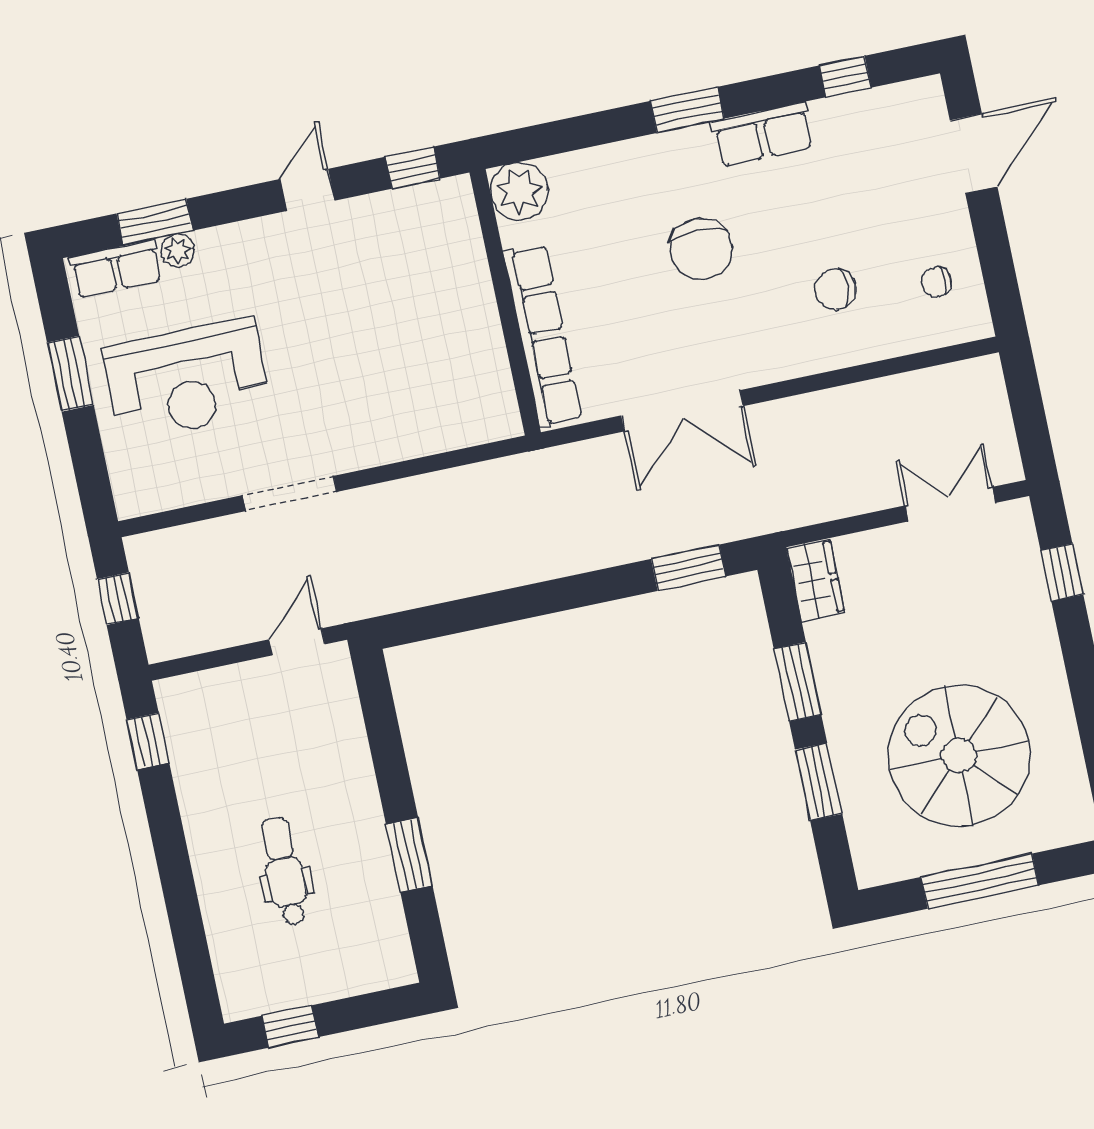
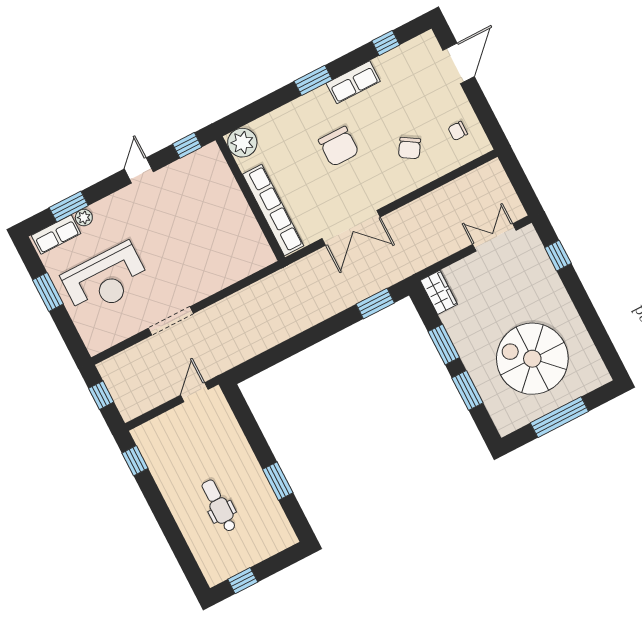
chair: (835, 289) -> (410, 148), turned -58

